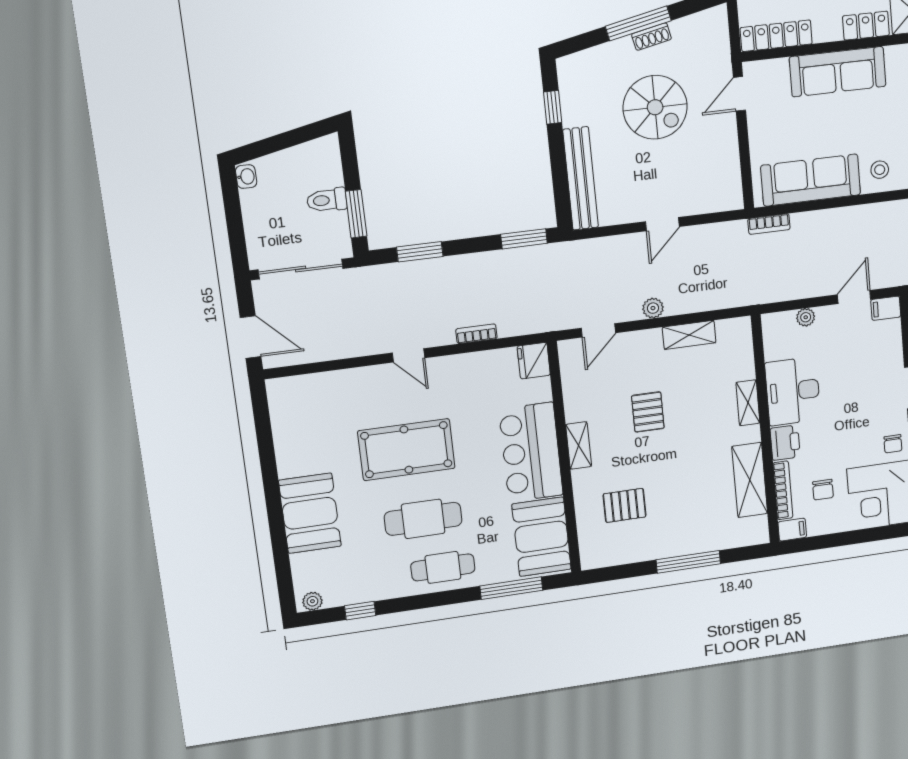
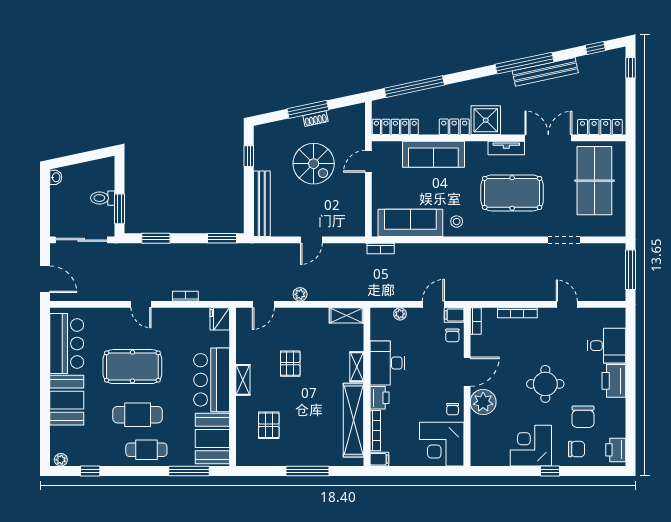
shelving: (689, 335) -> (347, 315), moved
bar counter: (299, 430) -> (67, 343), added
shelving: (750, 480) -> (354, 420), width x1.47
chair: (823, 490) -> (452, 335), moved
pallet: (625, 505) -> (269, 425), turned 90

